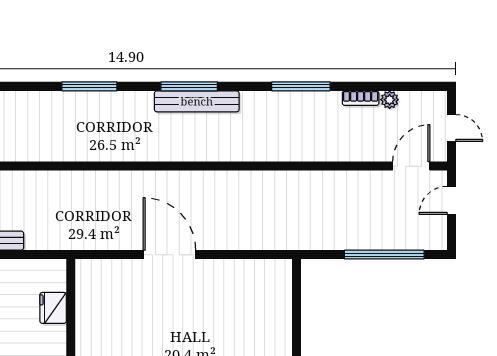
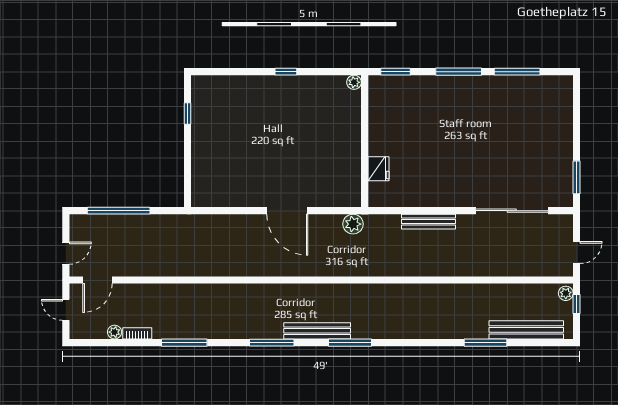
bench: (197, 101) -> (317, 331), moved
plant: (86, 237) -> (353, 224), added

